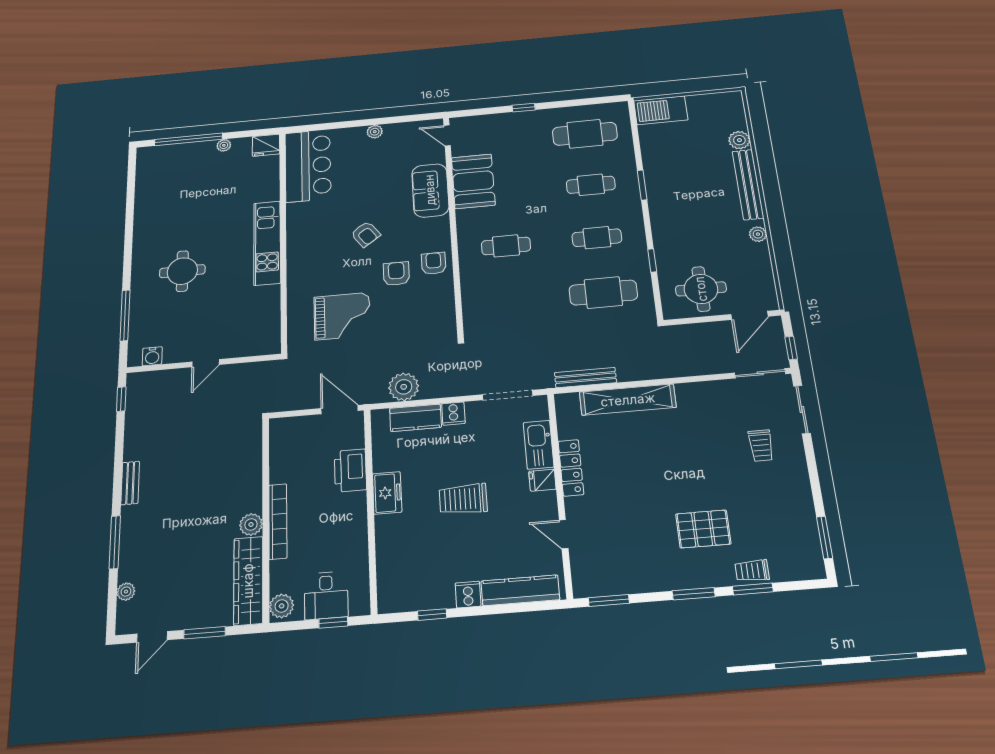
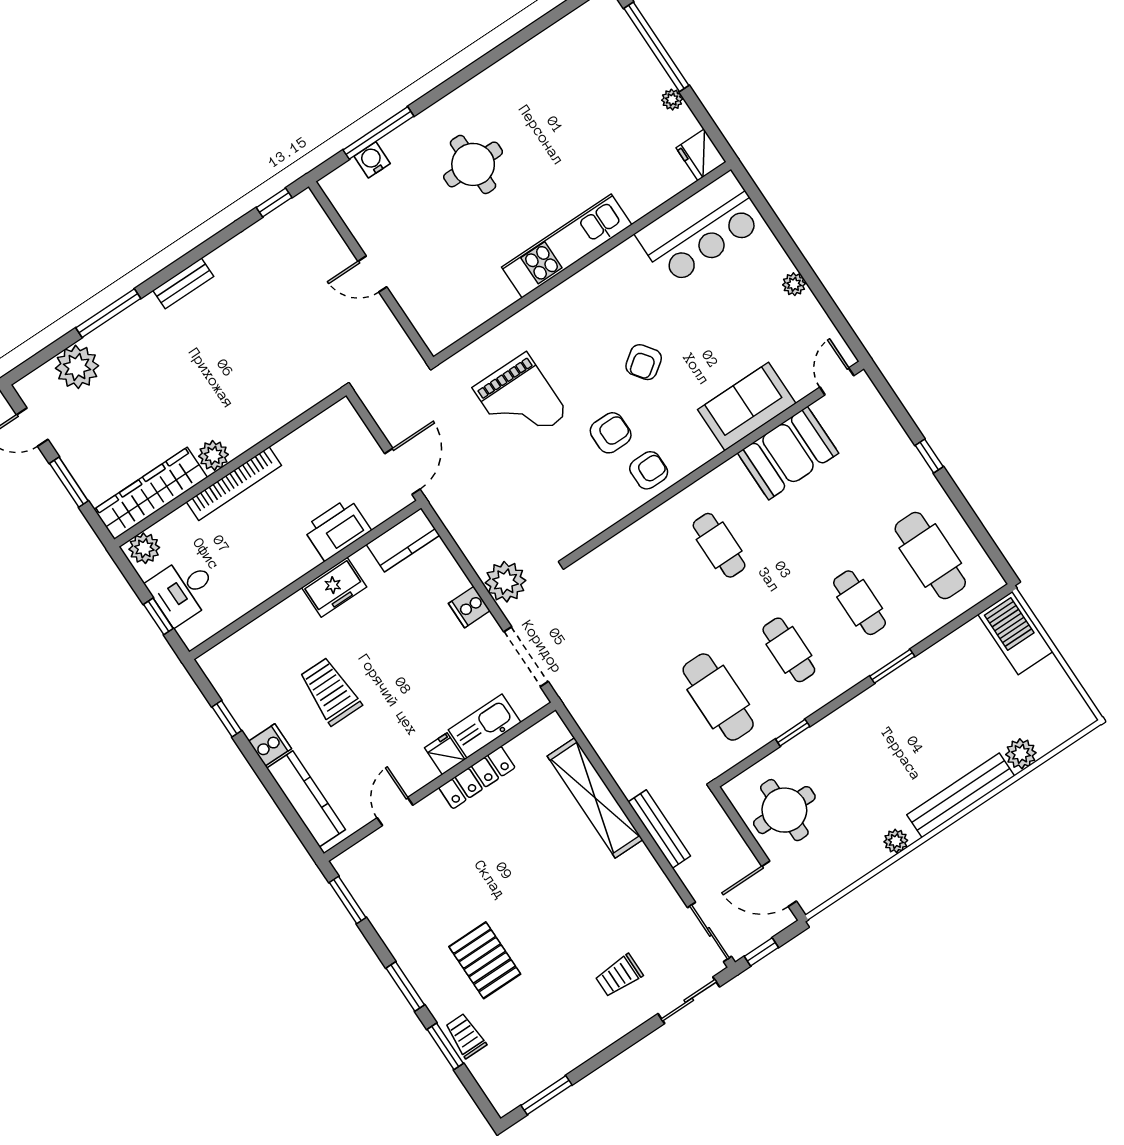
water cooler: (152, 356) -> (372, 160), moved, turned 90
bench: (585, 378) -> (659, 829), moved
plant: (404, 387) -> (505, 582), moved
kitchen counter: (415, 418) -> (403, 540), moved, turned -90
trolley: (463, 499) -> (330, 691), moved
plant: (126, 592) -> (77, 367), width x1.88, depth x1.88

